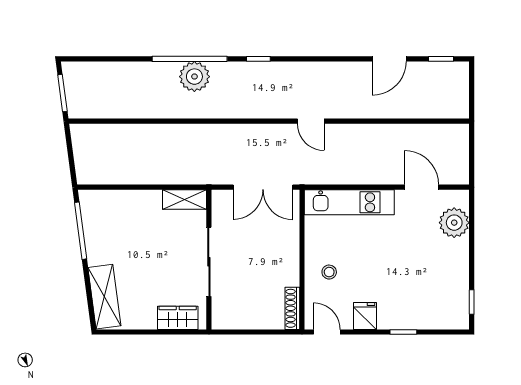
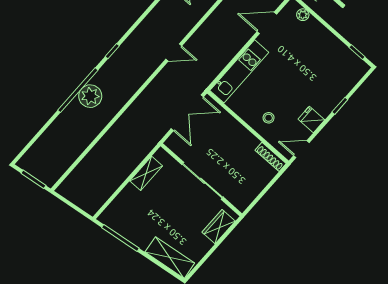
shelving: (185, 200) -> (146, 173), moved
plant: (454, 223) -> (303, 15), width x0.53, depth x0.53

